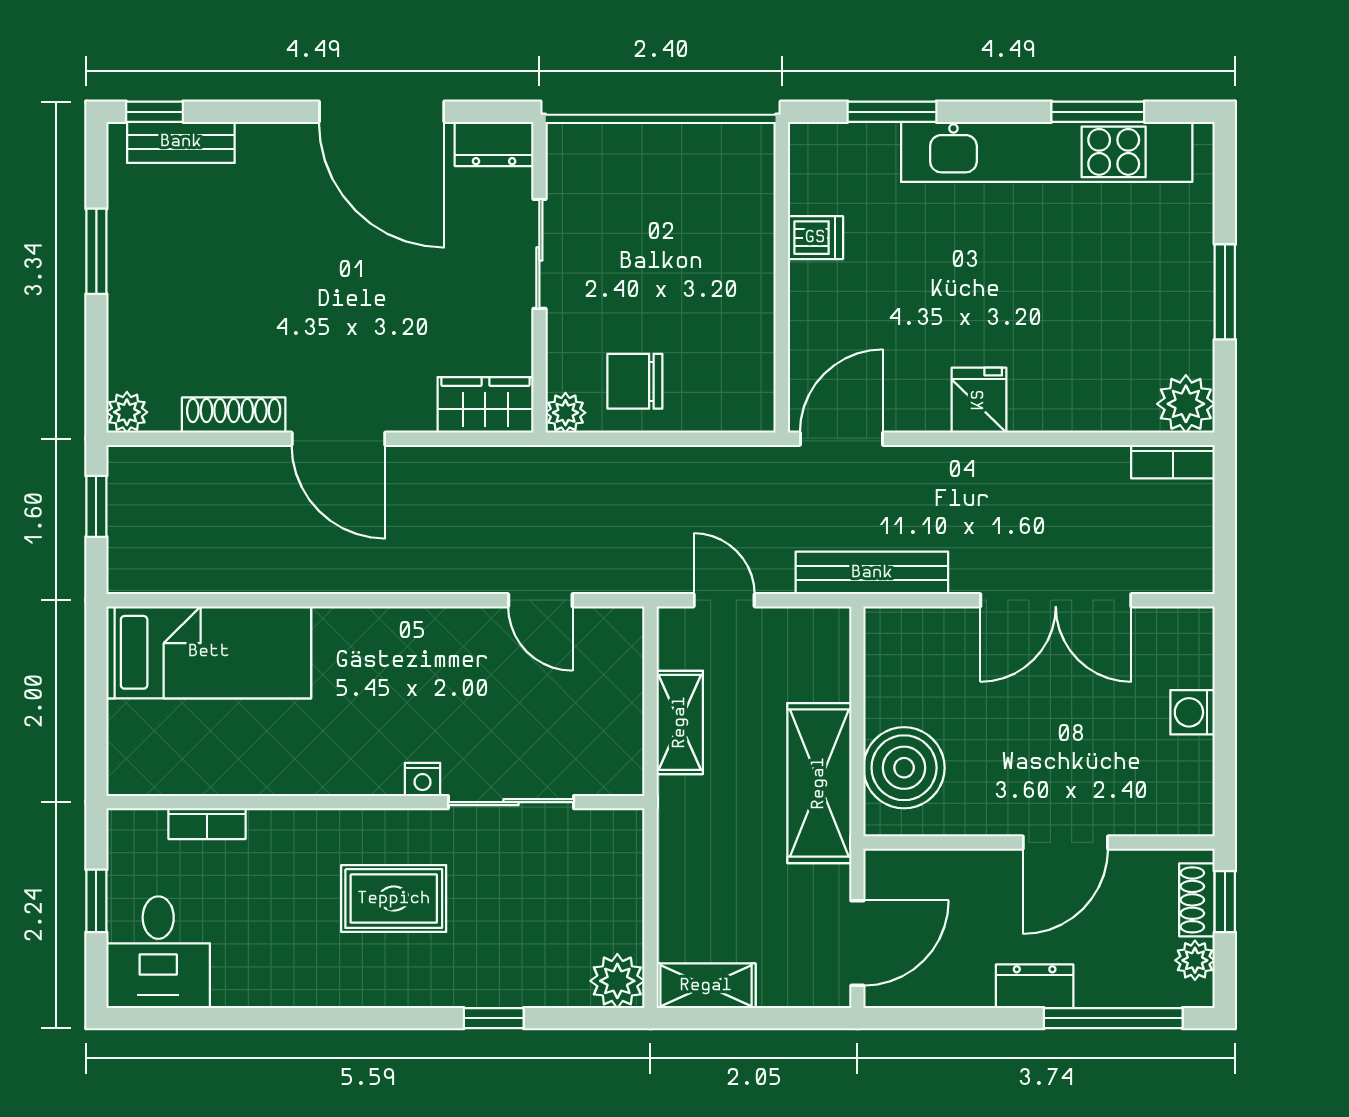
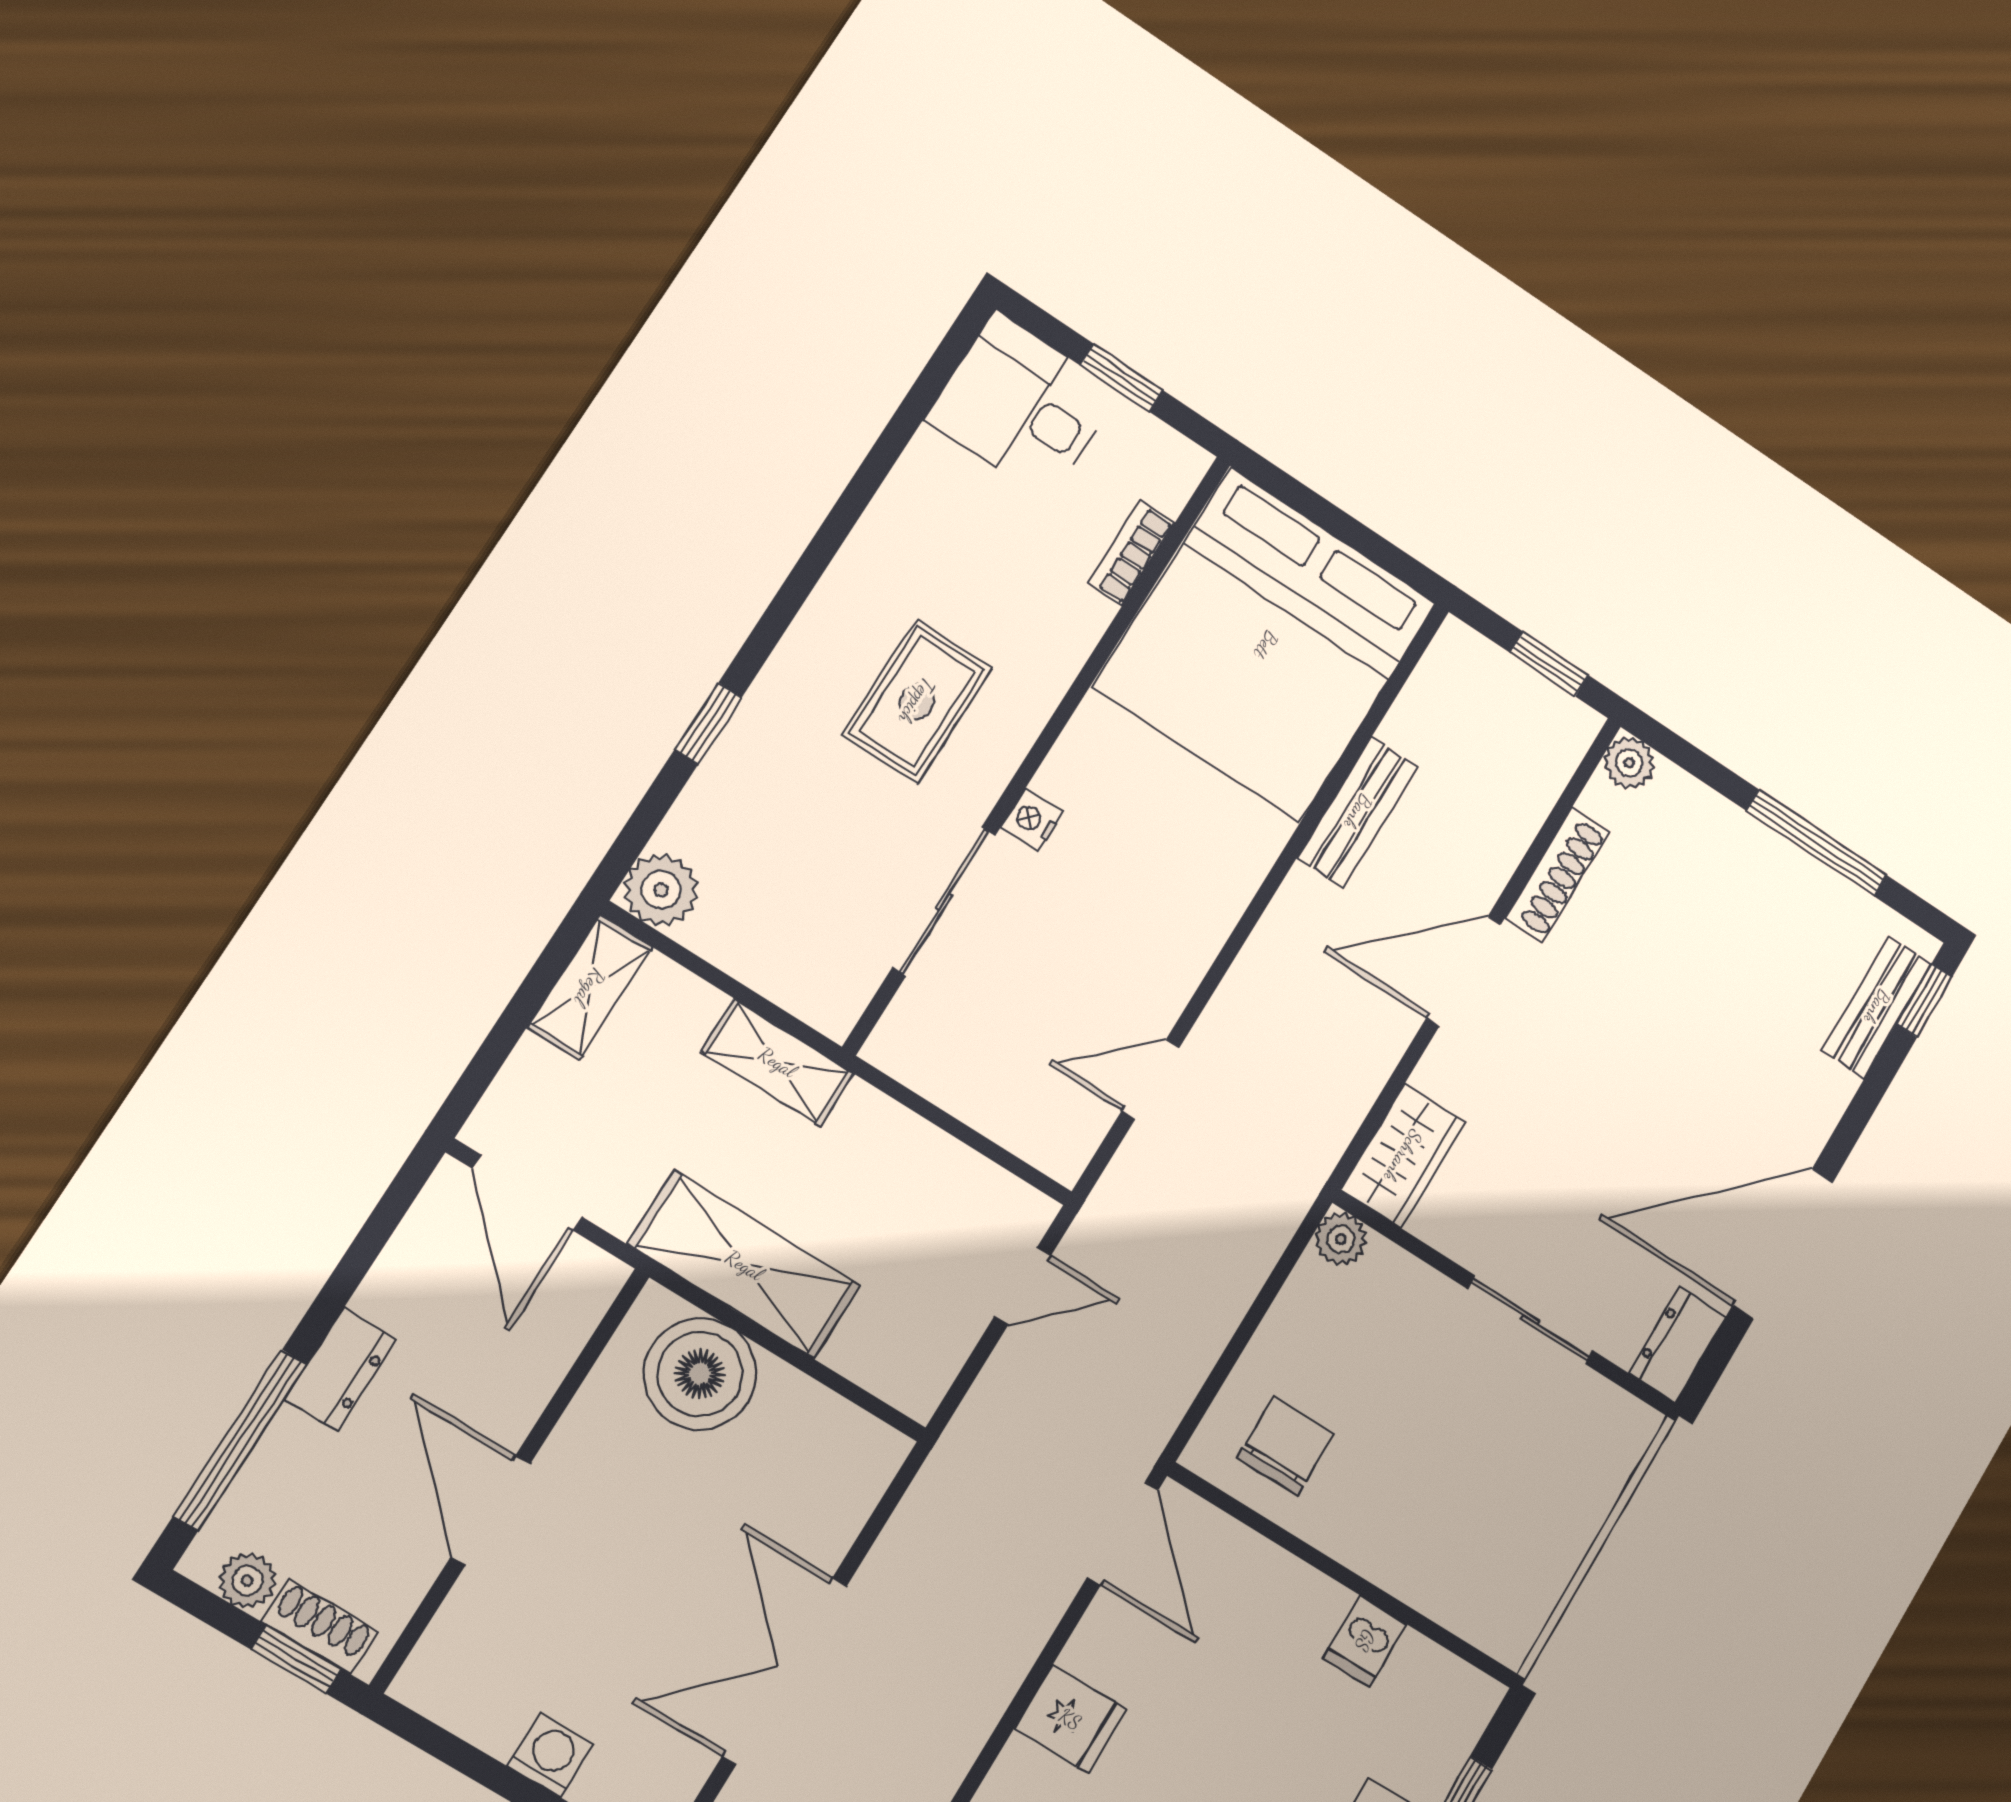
window: (96, 251) -> (1817, 843), width x1.44
chair: (635, 381) -> (1286, 1446), moved
bench: (872, 573) -> (1358, 812), moved, width x0.73
bed: (209, 652) -> (1266, 645), width x2.04
shelving: (680, 722) -> (777, 1062), moved

